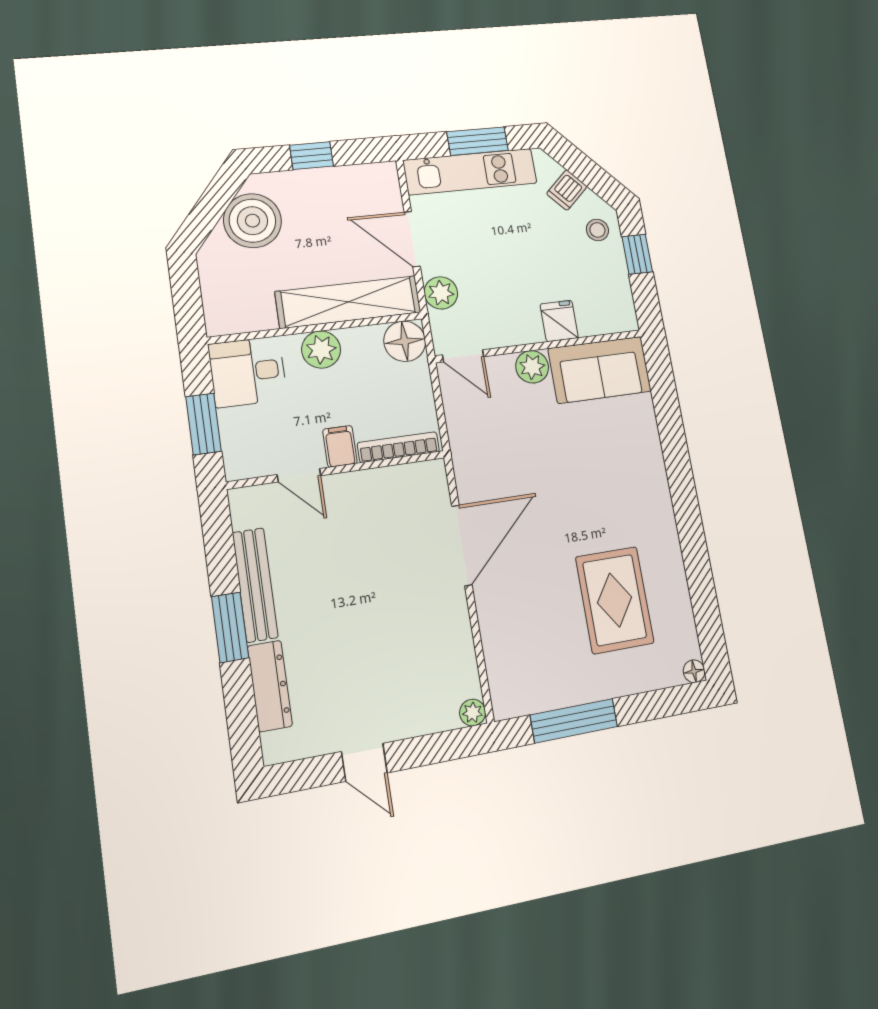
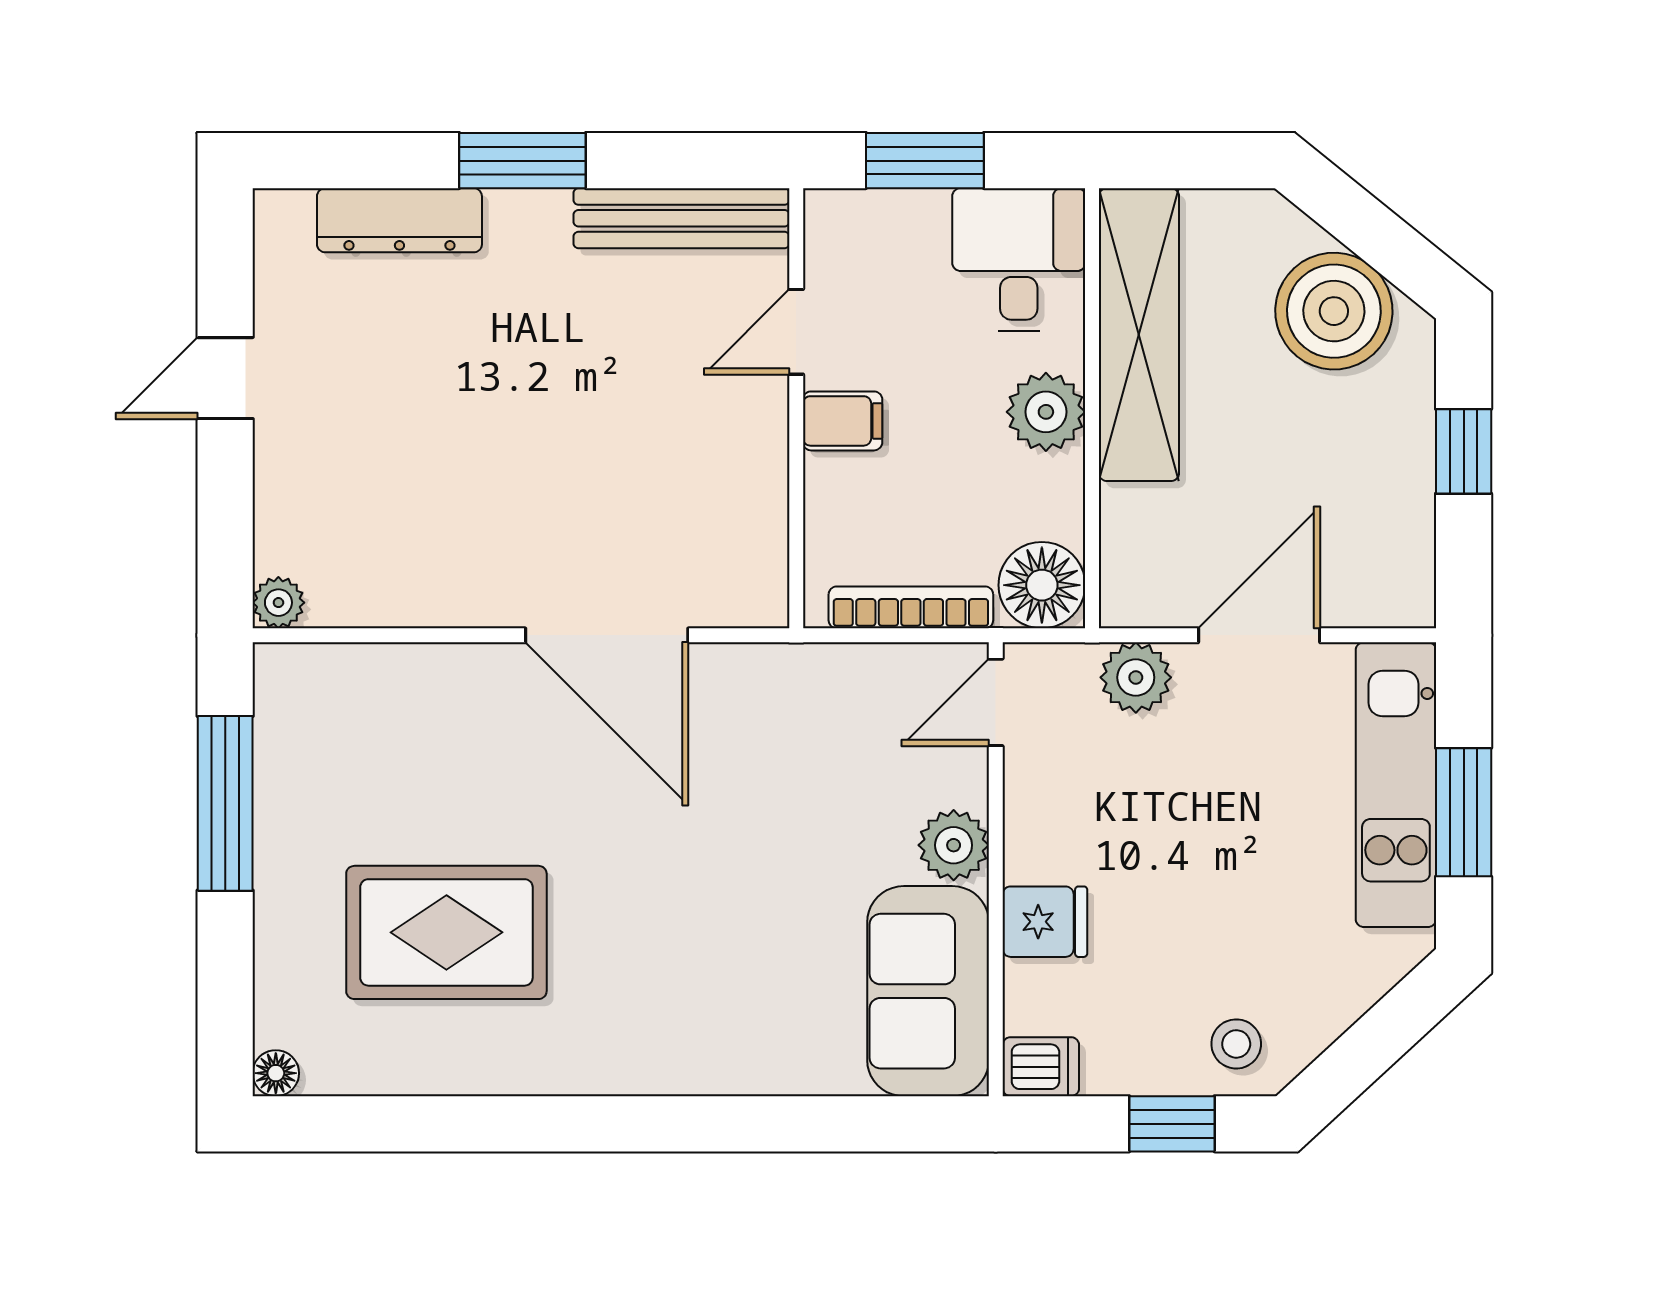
dishwasher: (567, 190) -> (1041, 1067), moved, turned 133
shelving: (348, 302) -> (1139, 335), moved
bookcase: (398, 447) -> (911, 607), moved, turned -90
bench: (255, 585) -> (681, 218), moved

